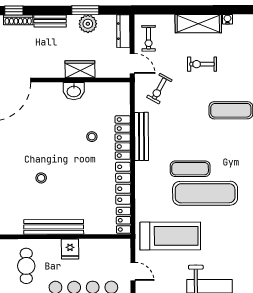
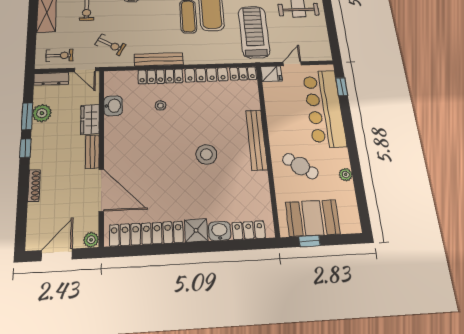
window: (14, 10) -> (25, 148), moved
bench: (50, 21) -> (92, 152), moved
door: (132, 64) -> (85, 70), swing flipped
washbasin: (74, 91) -> (113, 106), moved
stool: (41, 178) -> (206, 154), width x1.89, depth x1.89
fridge: (70, 249) -> (271, 74), moved
cafe table: (26, 266) -> (300, 166), turned 34

